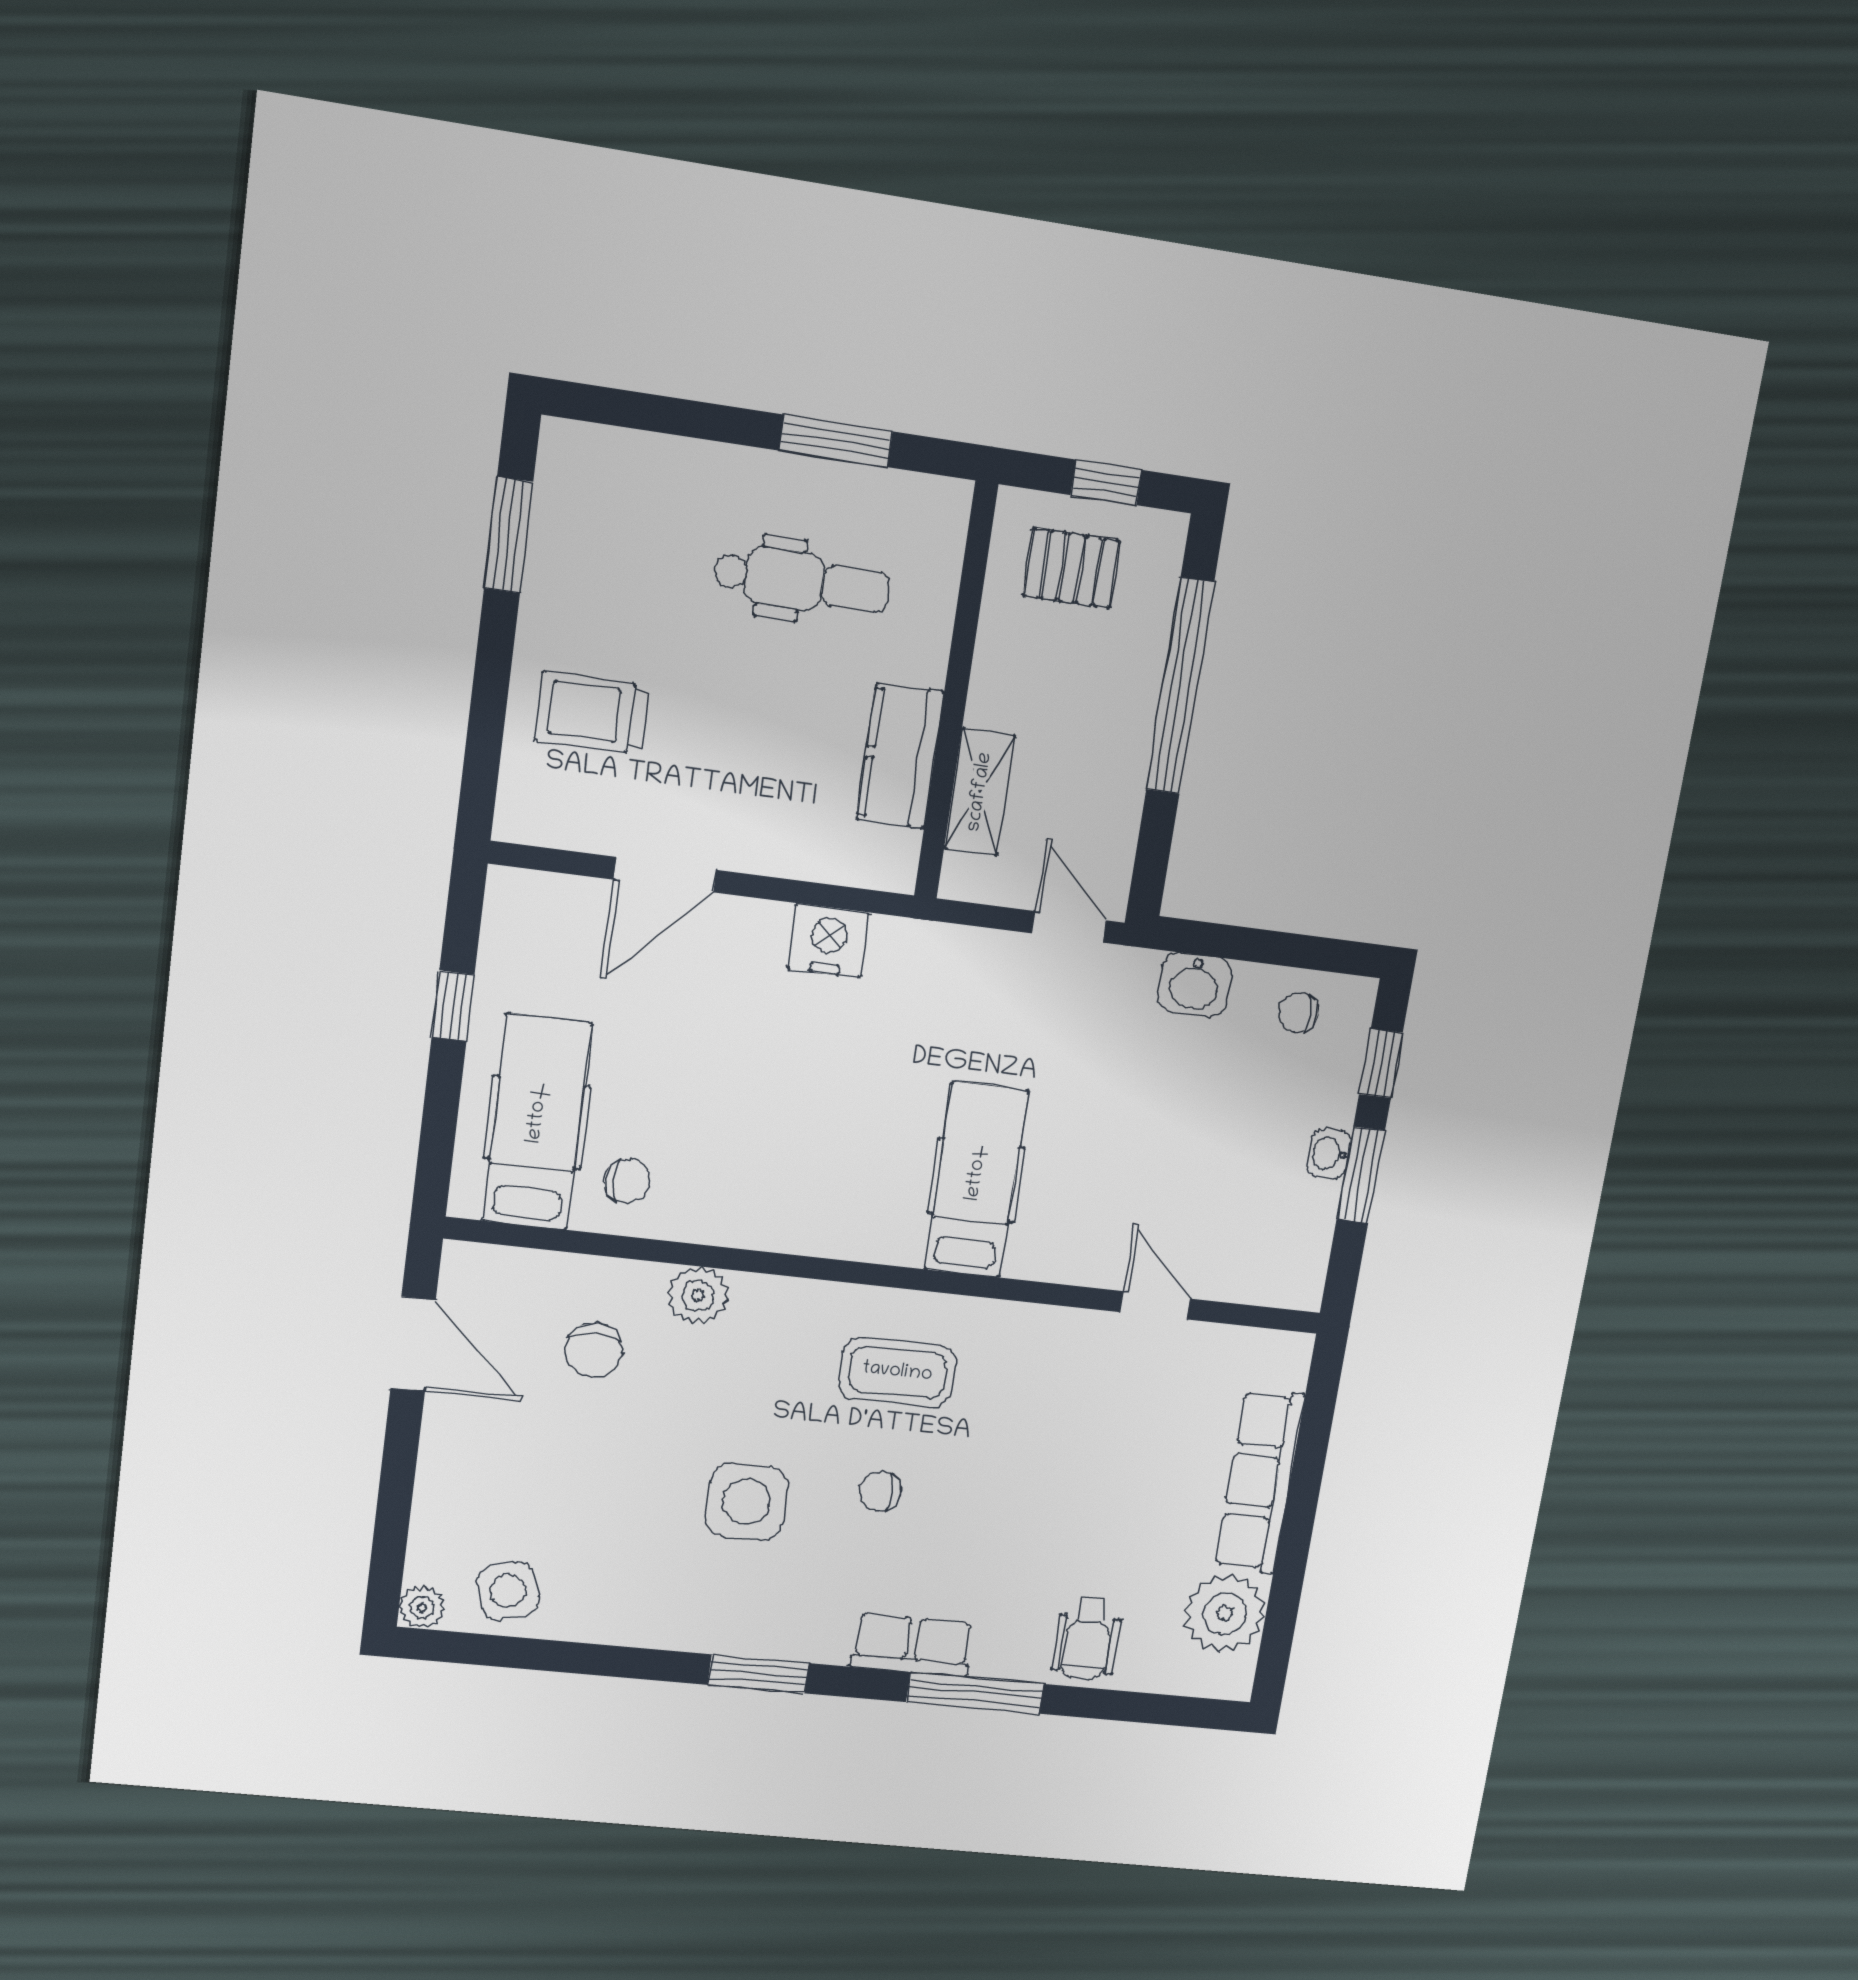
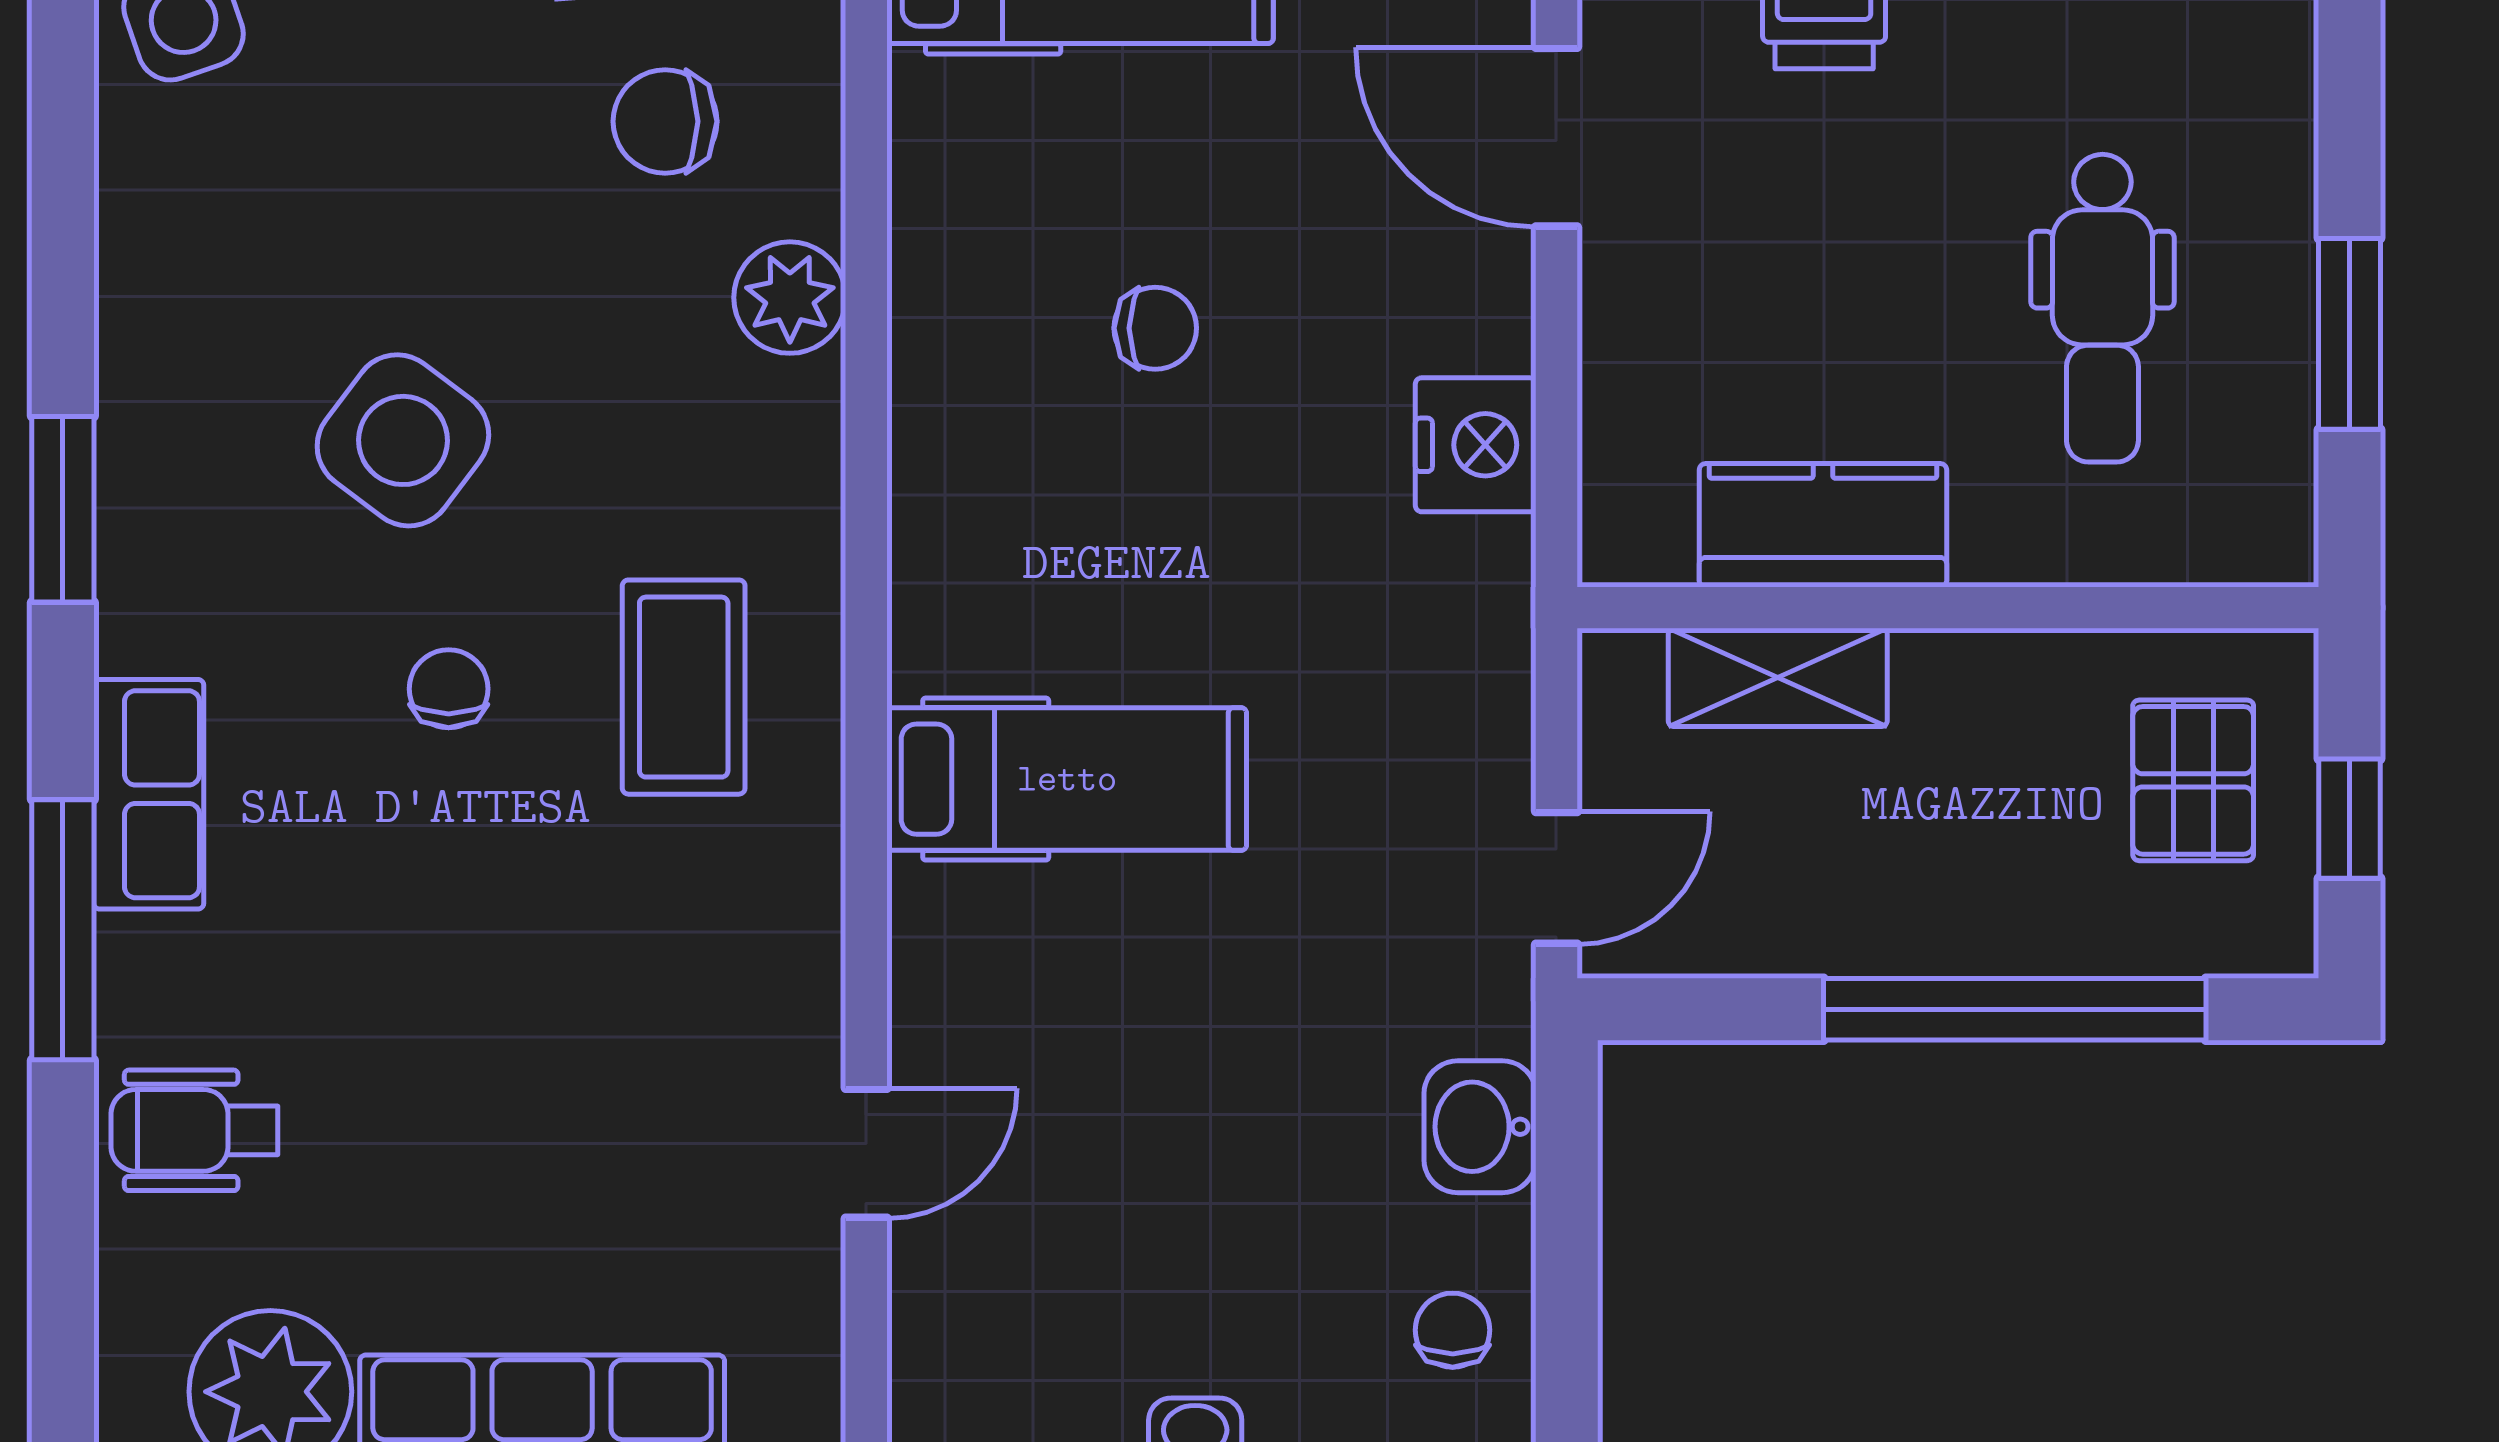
chair: (628, 1181) -> (1155, 328), moved, turned -90
side table: (746, 1501) -> (403, 440), turned 37

